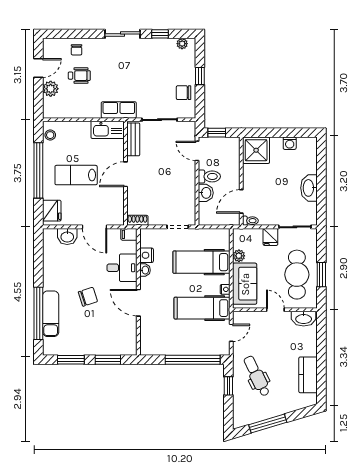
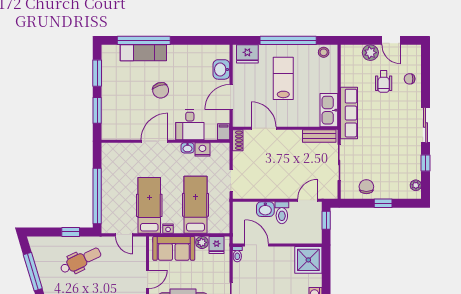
row of seats: (119, 110) -> (349, 113), width x1.48
door: (126, 174) -> (264, 128), moved
fridge: (270, 237) -> (217, 245), moved, turned -90

